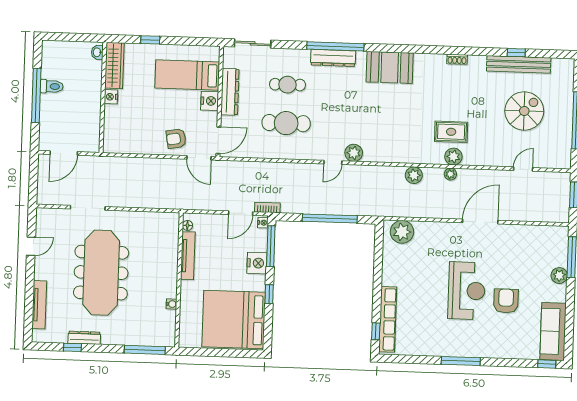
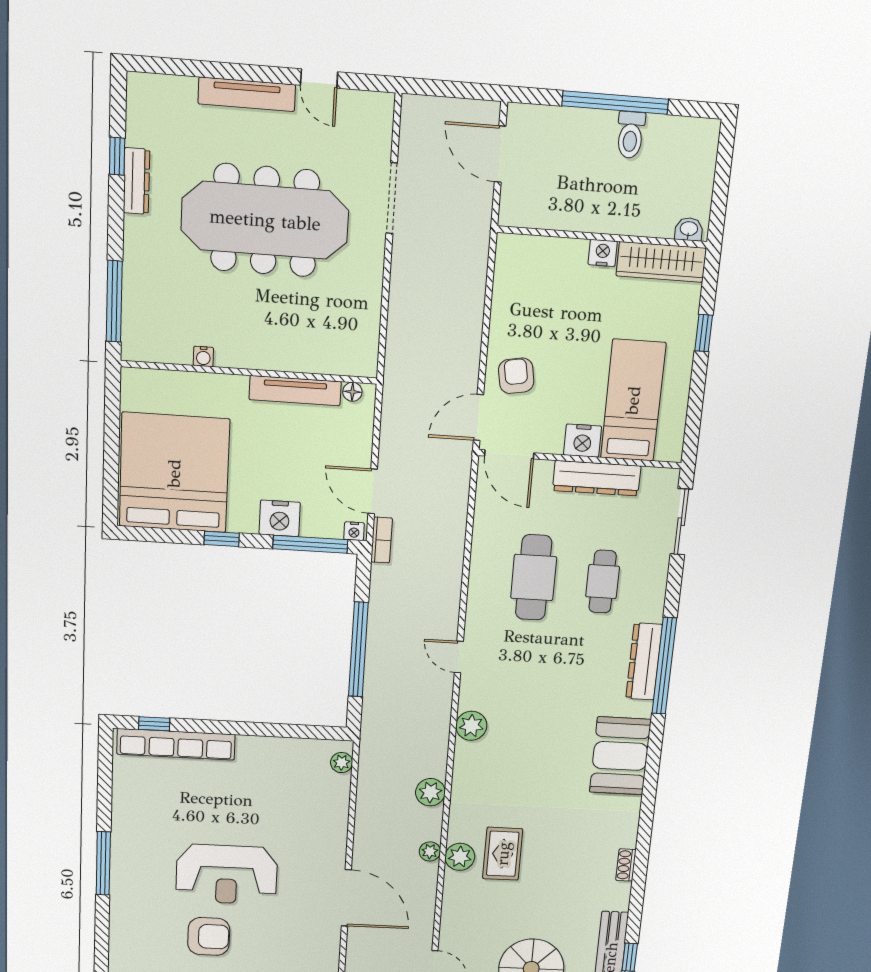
plant: (354, 153) -> (471, 726), moved
plant: (402, 232) -> (342, 763), width x0.53, depth x0.53
tv unit: (39, 305) -> (247, 94), moved

